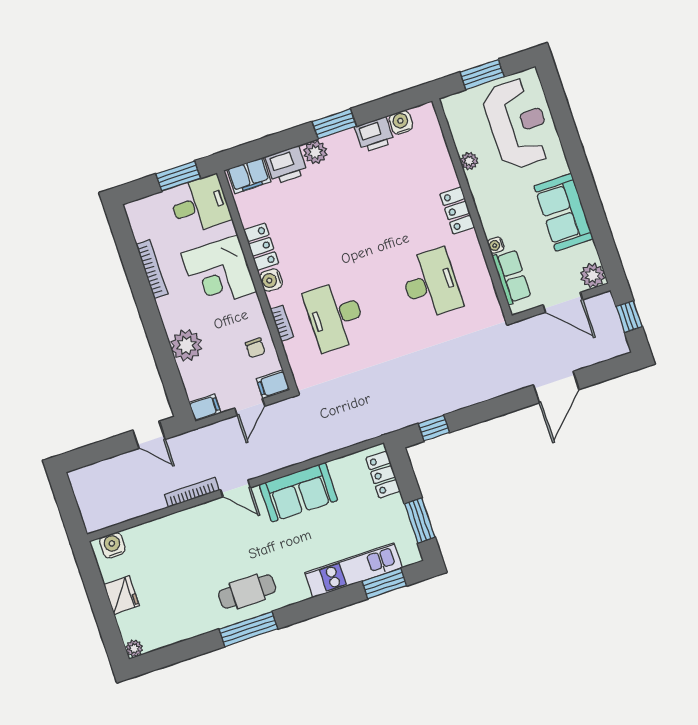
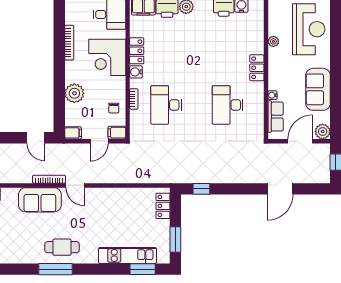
desk: (431, 284) -> (228, 105), turned 180
door: (563, 302) -> (300, 141), swing flipped
sofa: (298, 492) -> (40, 200), moved

